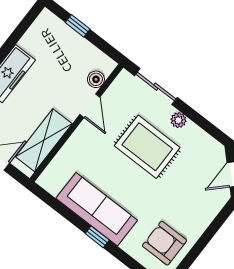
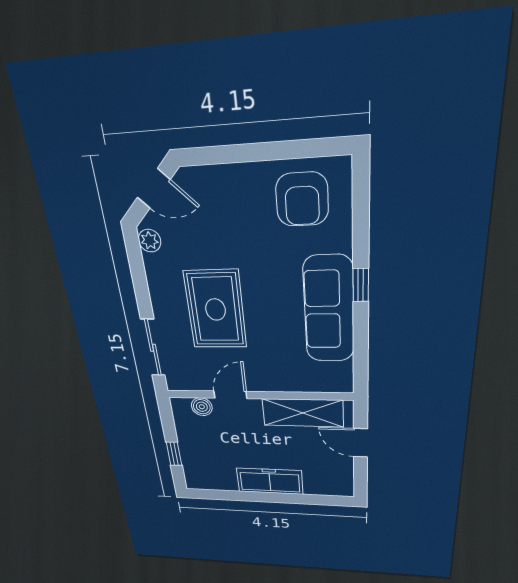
plant: (178, 120) -> (150, 241), moved

